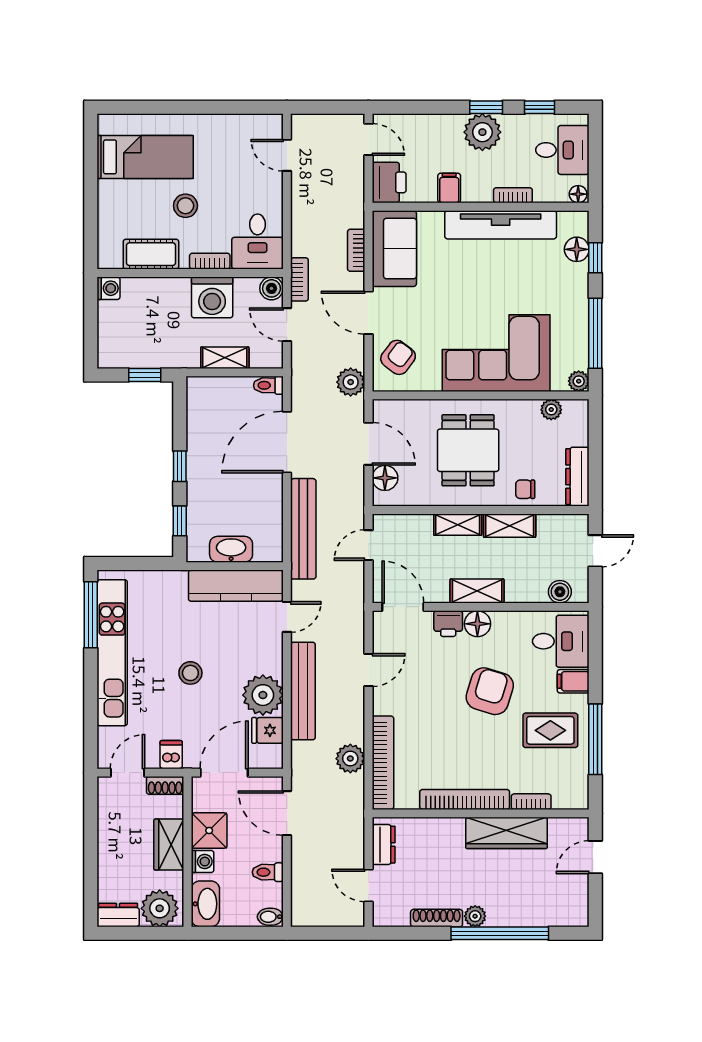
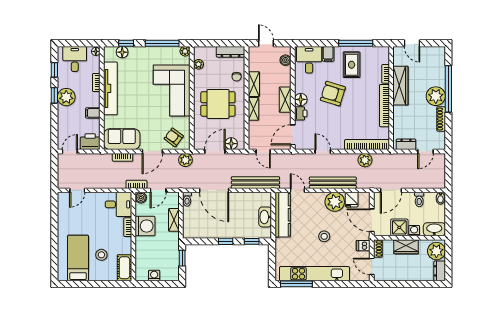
stool: (185, 206) -> (101, 255), moved
cot: (151, 254) -> (124, 268), moved
washing machine: (108, 288) -> (154, 275), moved
plant: (475, 916) -> (436, 96), width x1.88, depth x1.88

